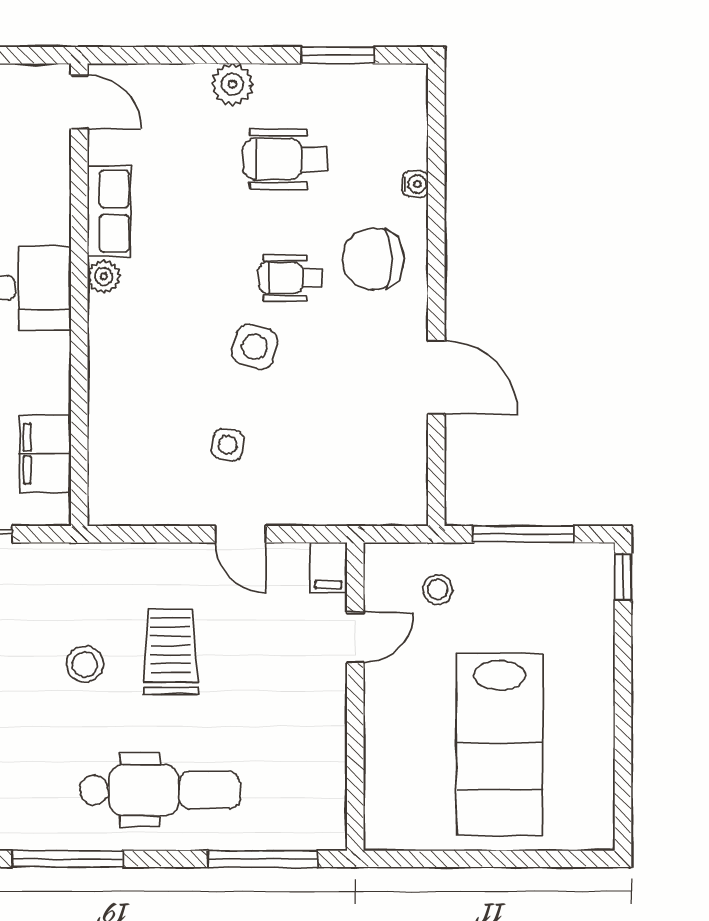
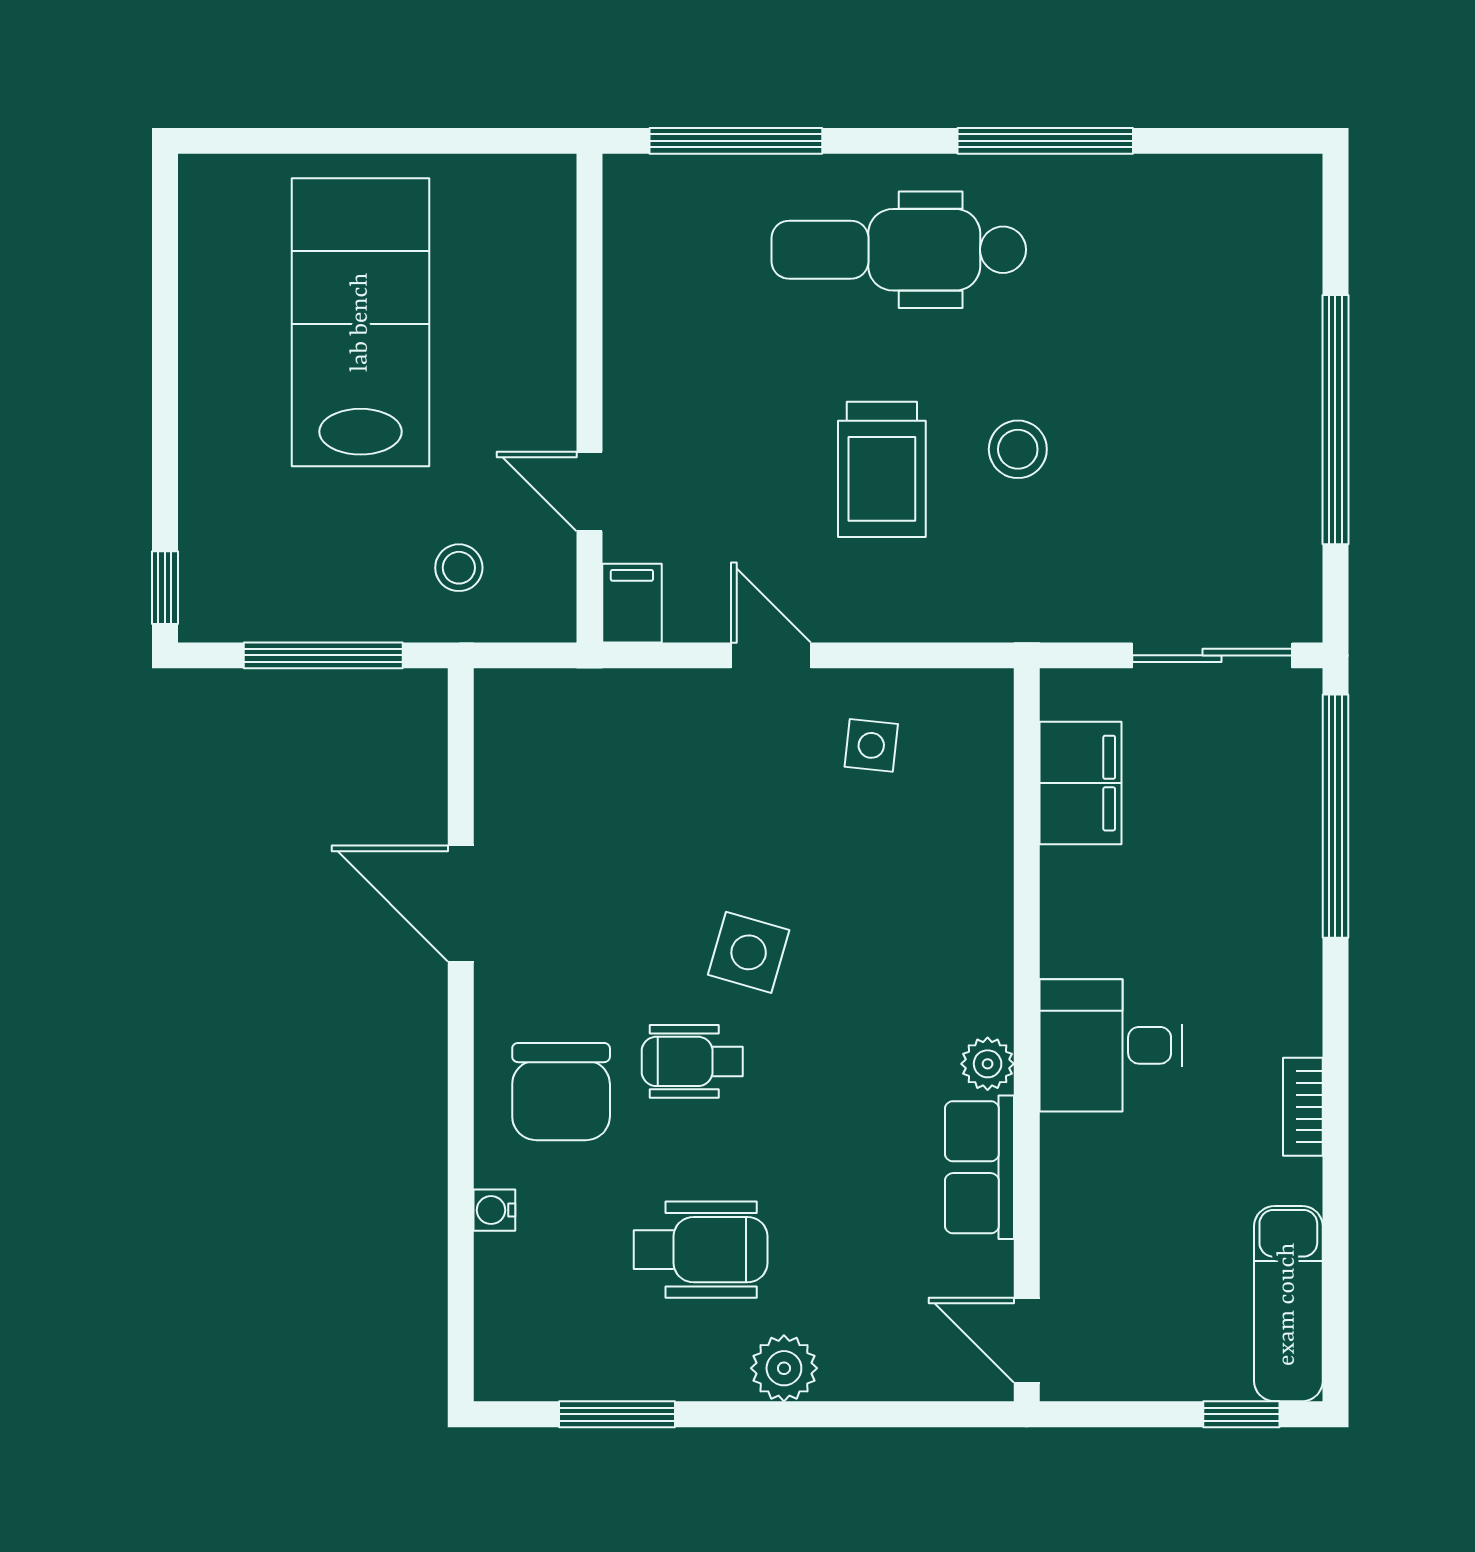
chair: (373, 259) -> (561, 1092), turned 91
wheelchair: (290, 278) -> (692, 1061), turned 180
side table: (228, 445) -> (871, 745), moved
door: (355, 638) -> (589, 491), hinge flipped

